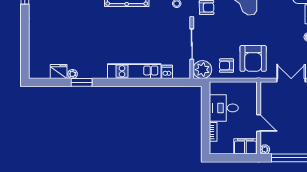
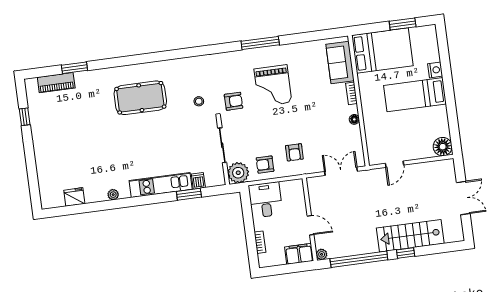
armchair: (253, 58) -> (294, 152), width x0.53, depth x0.53
plant: (73, 74) -> (113, 195), moved
window: (82, 82) -> (189, 194), moved
desk: (224, 108) -> (265, 200), moved, turned 90

